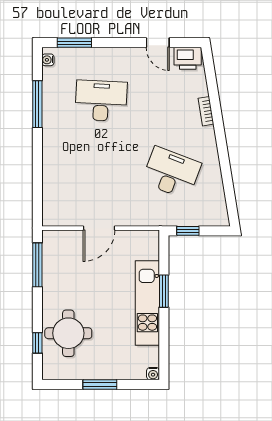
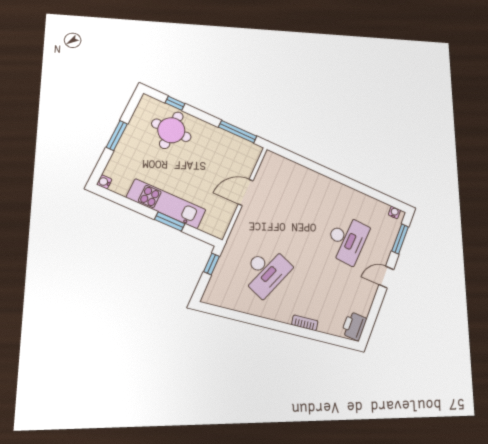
door: (158, 43) -> (386, 277), moved
window: (37, 104) -> (363, 189), removed
door: (99, 228) -> (246, 192), hinge flipped

